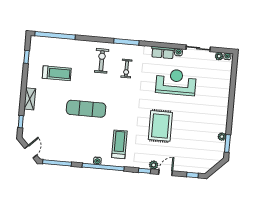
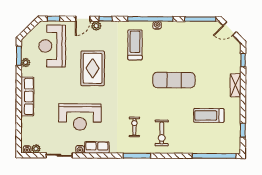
row of seats: (223, 105) -> (27, 96), added
treadmill: (119, 144) -> (135, 45), turned 180
reception desk: (196, 150) -> (52, 46), added
door: (31, 152) -> (230, 29), hinge flipped

